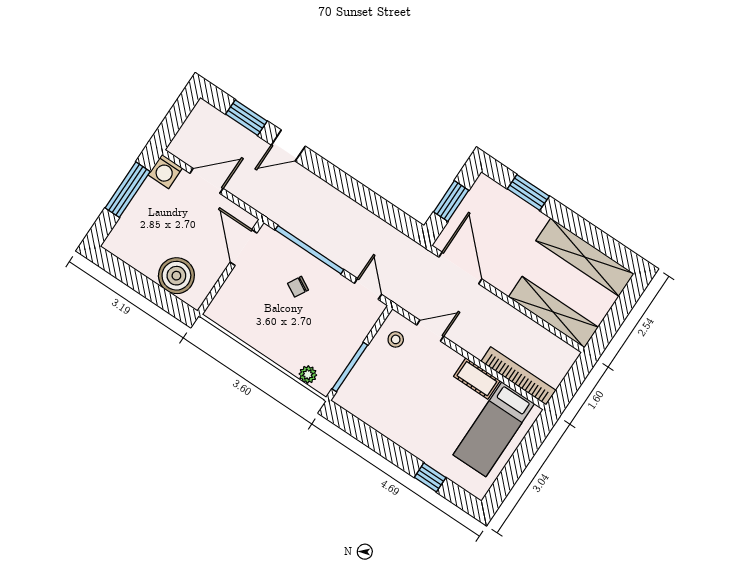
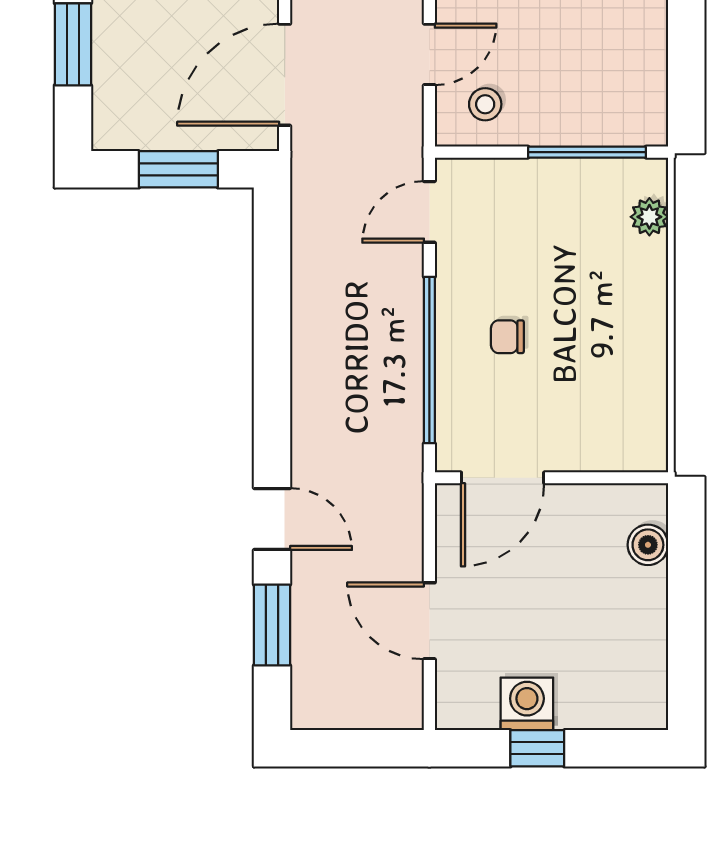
washing machine: (165, 171) -> (527, 704), moved, turned -90
window: (128, 190) -> (537, 748), width x0.46
boiler: (176, 276) -> (648, 545), width x0.54, depth x0.54
chair: (298, 287) -> (507, 337), turned 151
door: (430, 331) -> (429, 54), swing flipped

